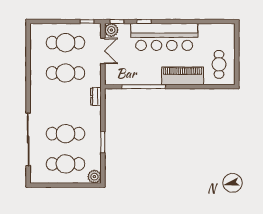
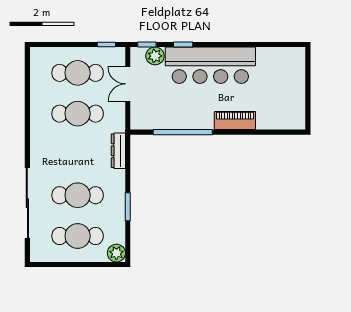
plant: (111, 30) -> (155, 56), moved
double door: (103, 51) -> (128, 84), swing flipped
cafe table: (219, 64) -> (284, 102), removed
piano: (183, 76) -> (235, 121), width x0.73, depth x0.75
dresser: (96, 97) -> (118, 151), width x1.44

